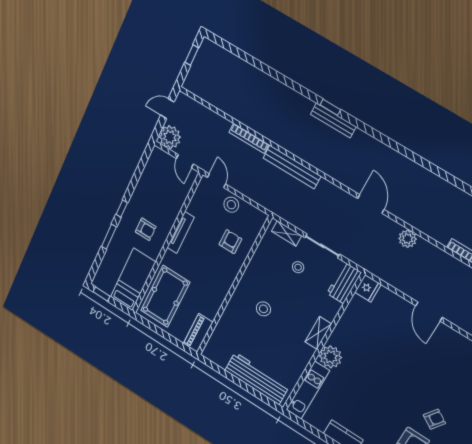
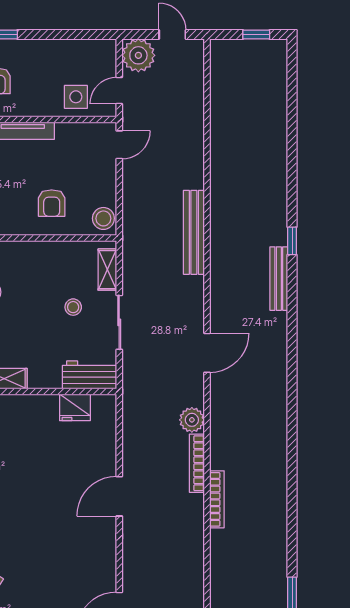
bench: (333, 120) -> (279, 279), moved
bookcase: (249, 138) -> (197, 463), moved
side table: (176, 189) -> (76, 97), added
stool: (231, 205) -> (103, 218), moved
armchair: (230, 242) -> (52, 203), turned 90
fridge: (368, 288) -> (75, 407), moved

